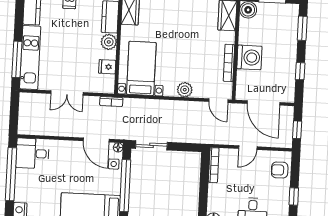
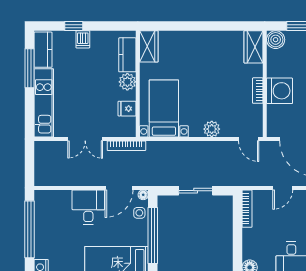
window: (17, 59) -> (30, 68), moved
bookcase: (229, 63) -> (258, 91), width x0.64
bookcase: (111, 101) -> (126, 146), width x1.56
door: (96, 140) -> (119, 188), hinge flipped
sliding door: (151, 145) -> (196, 191), moved
desk: (32, 153) -> (88, 207), moved, turned 90

